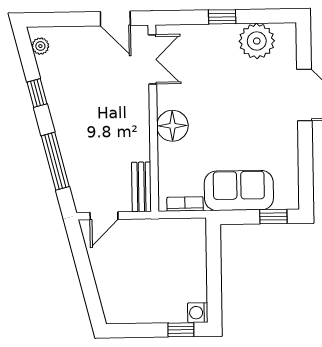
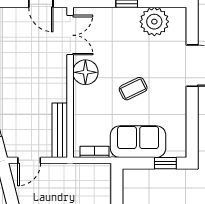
coffee table: (232, 125) -> (133, 89), added
floor lamp: (172, 126) -> (85, 72), moved
bench: (141, 187) -> (60, 130), width x1.36

